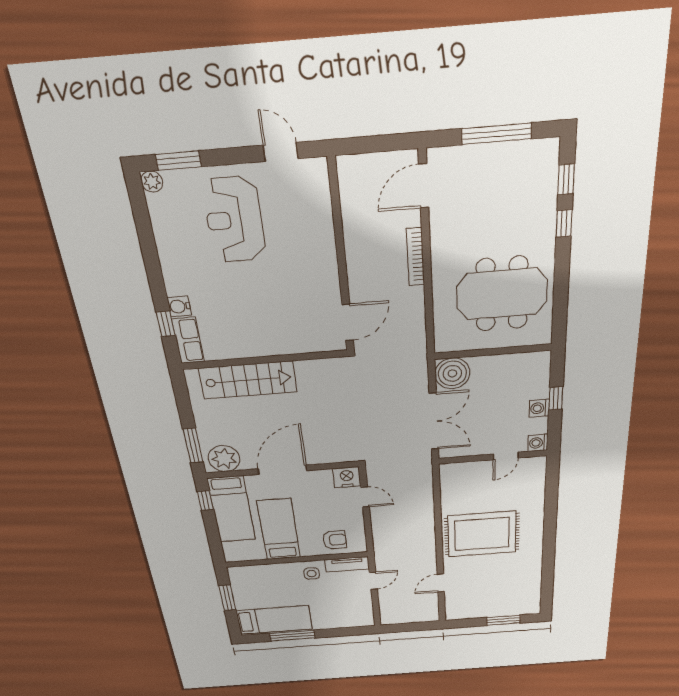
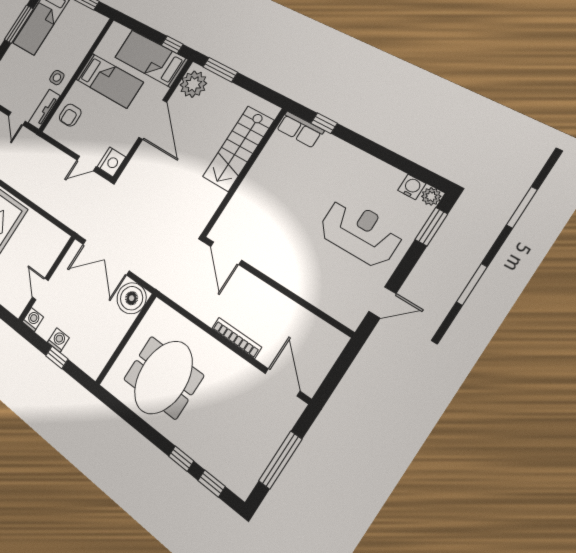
water cooler: (179, 306) -> (412, 187), moved

